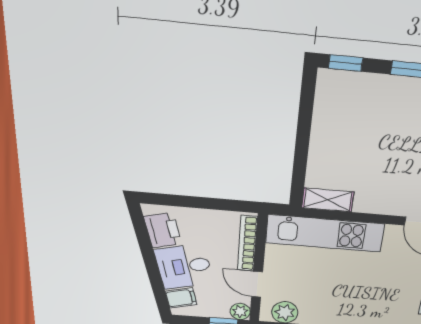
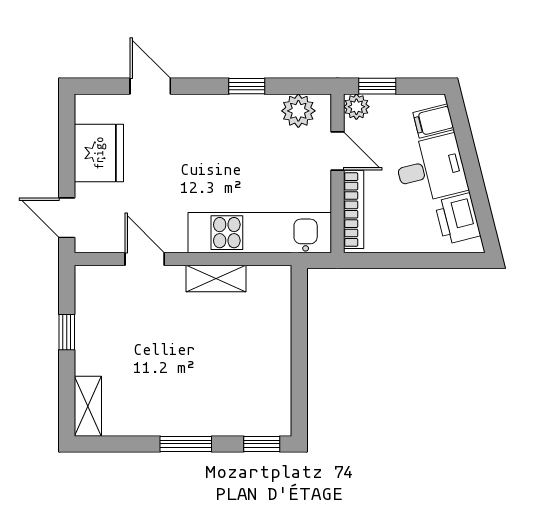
shelving: (328, 200) -> (216, 278), moved

